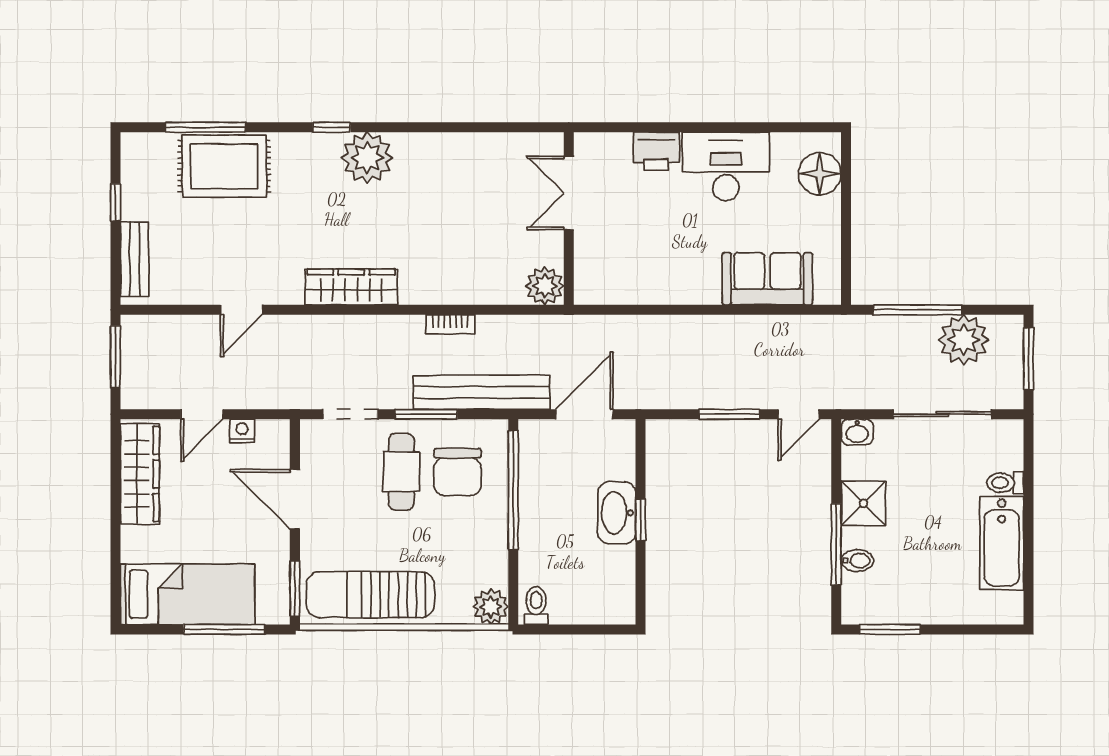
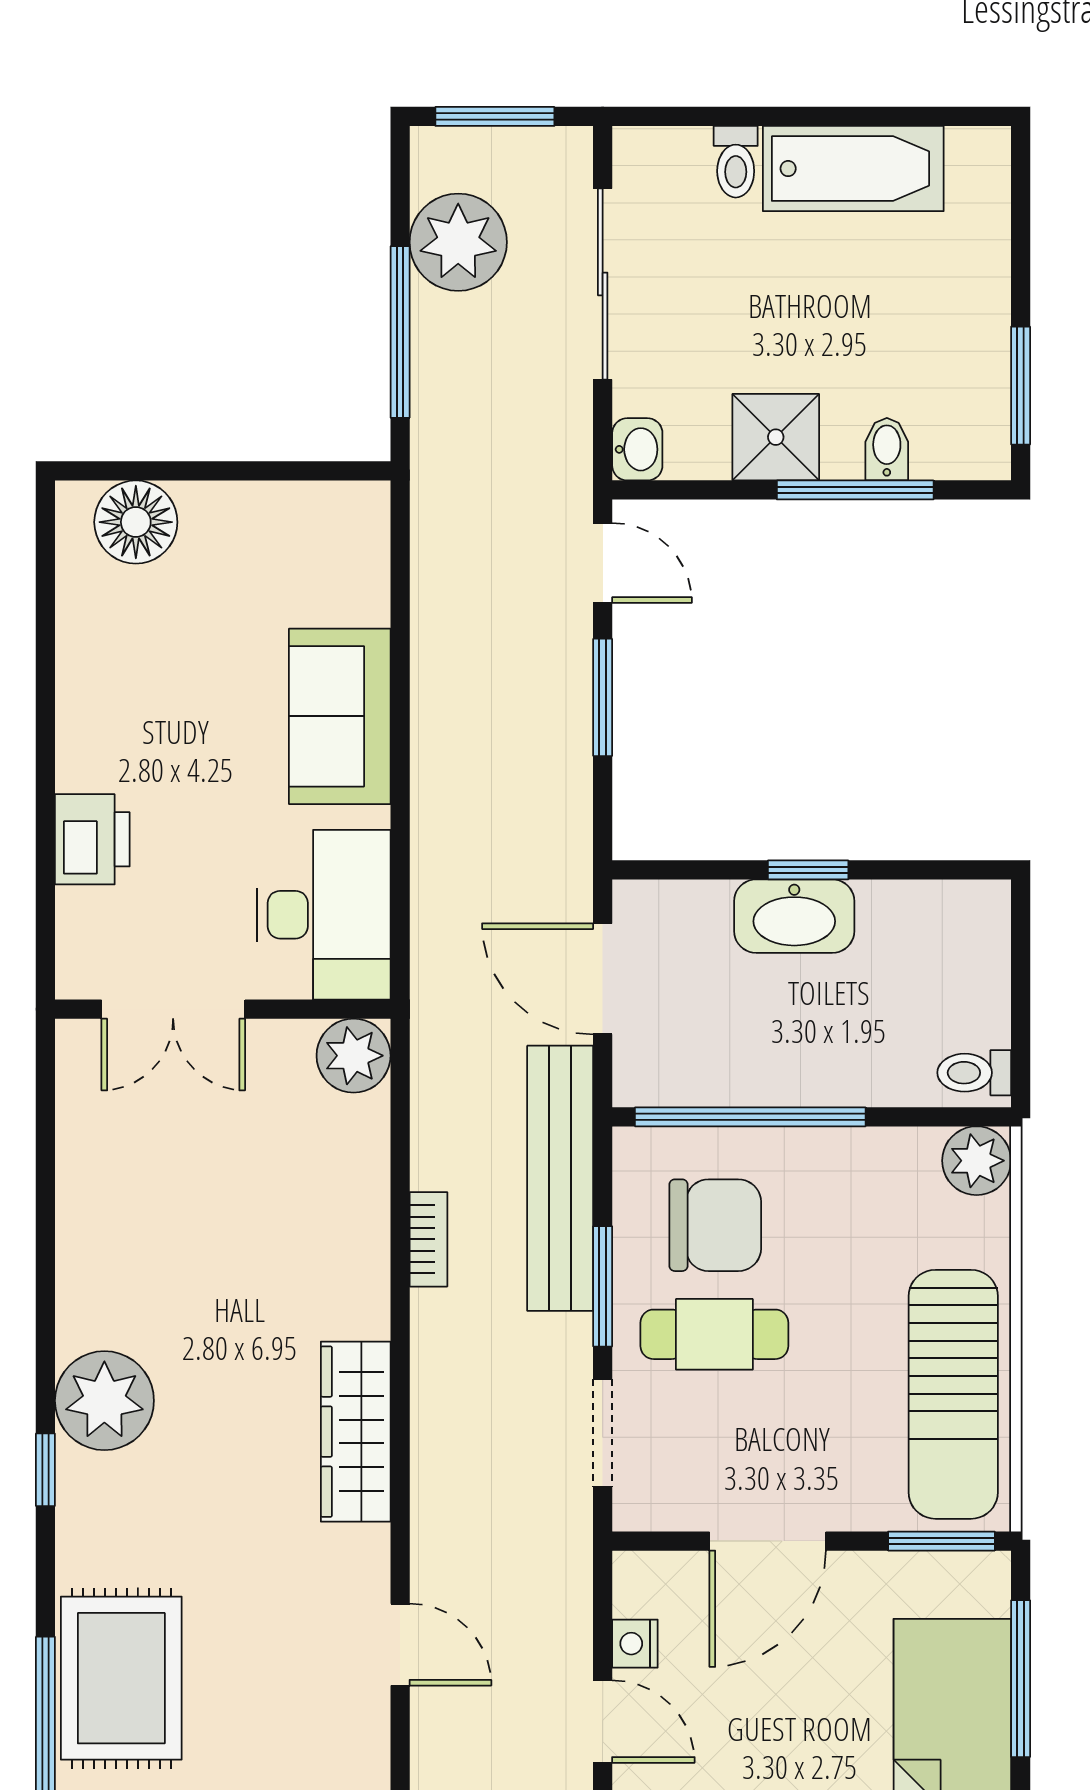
desk: (726, 166) -> (324, 915), moved, turned 180
sofa: (767, 279) -> (340, 716), moved

